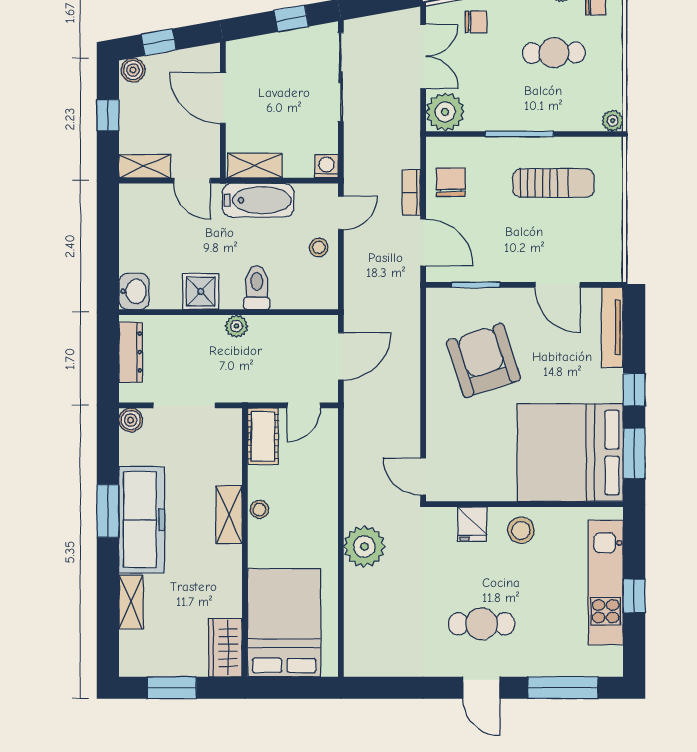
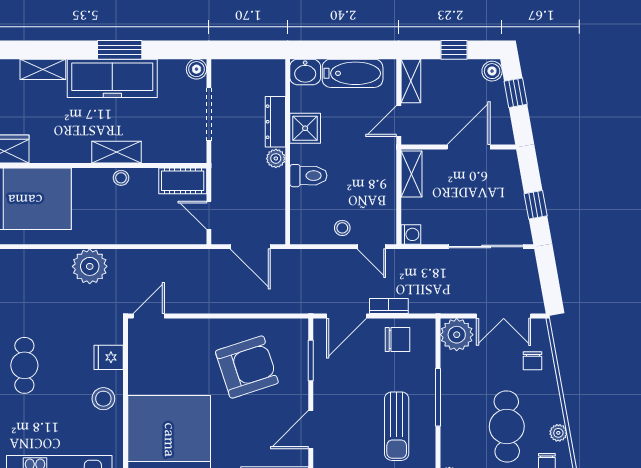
cafe table: (554, 53) -> (507, 426), width x1.37, depth x1.35
bathtub: (258, 200) -> (353, 73), moved, turned -90
dresser: (131, 352) -> (275, 122), moved, turned 90

